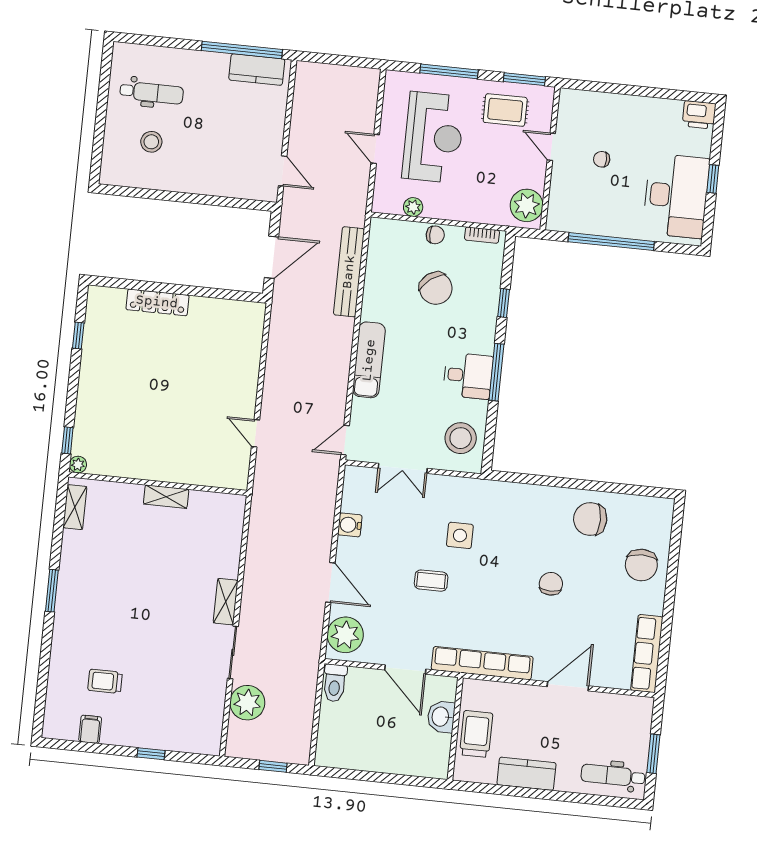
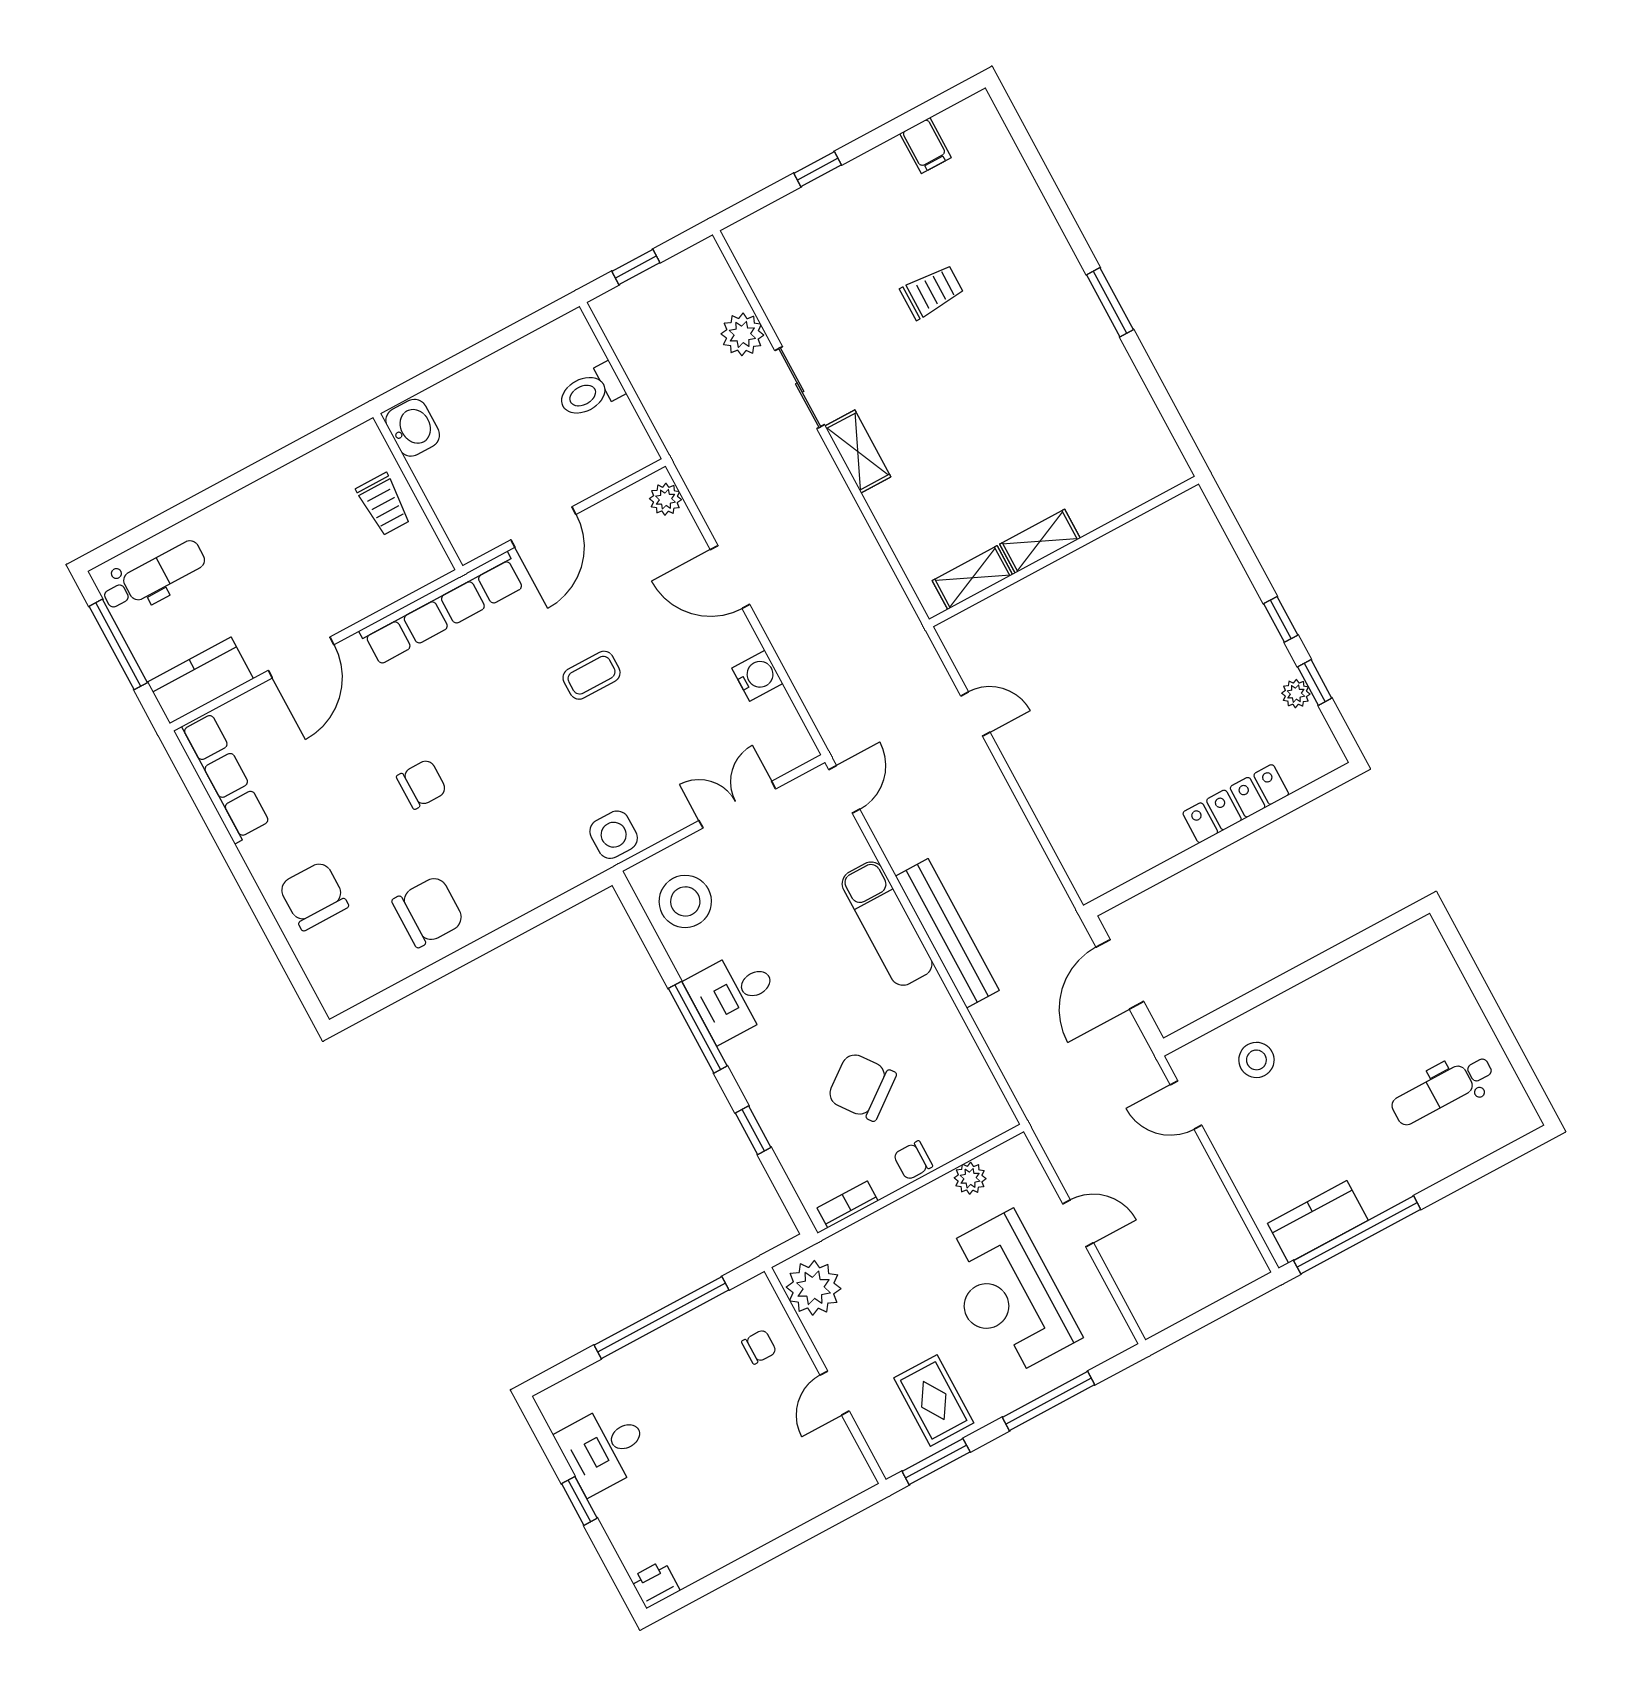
rug: (505, 110) -> (934, 1400), turned 90
printer: (699, 115) -> (655, 1584), width x0.73, depth x0.81
stool: (151, 142) -> (1256, 1060), moved
door: (551, 147) -> (835, 1393), swing flipped
chair: (602, 159) -> (759, 1347), moved
desk: (676, 196) -> (604, 1448), width x0.53, depth x0.77
bench: (349, 272) -> (947, 933), moved
window: (67, 440) -> (1281, 619), moved
plant: (78, 465) -> (1296, 694), moved
shelving: (75, 507) -> (972, 578), moved, turned 90
side table: (460, 535) -> (614, 835), moved
chair: (551, 584) -> (422, 784), turned -90
plant: (345, 635) -> (665, 499), width x0.53, depth x0.53
door: (405, 669) -> (543, 527), swing flipped
trolley: (105, 681) -> (932, 292), moved
toilet: (335, 683) -> (590, 391), moved, turned -90
plant: (247, 703) -> (742, 334), width x0.73, depth x0.73
washbasin: (441, 717) -> (413, 428), moved
trolley: (476, 734) -> (384, 504), width x0.73, depth x0.72
window: (653, 754) -> (118, 644), width x1.44
kitchen counter: (526, 774) -> (200, 680), moved, turned 180

